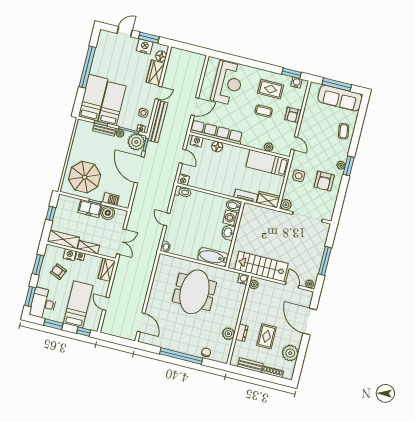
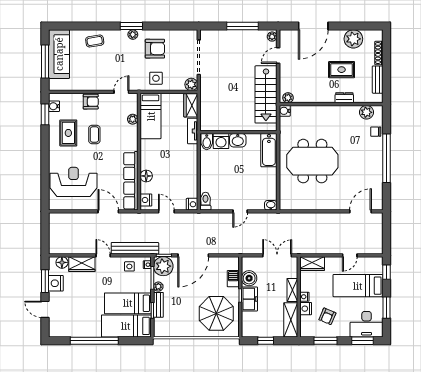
door: (183, 156) -> (166, 211), hinge flipped
plant: (228, 334) -> (366, 112), moved

